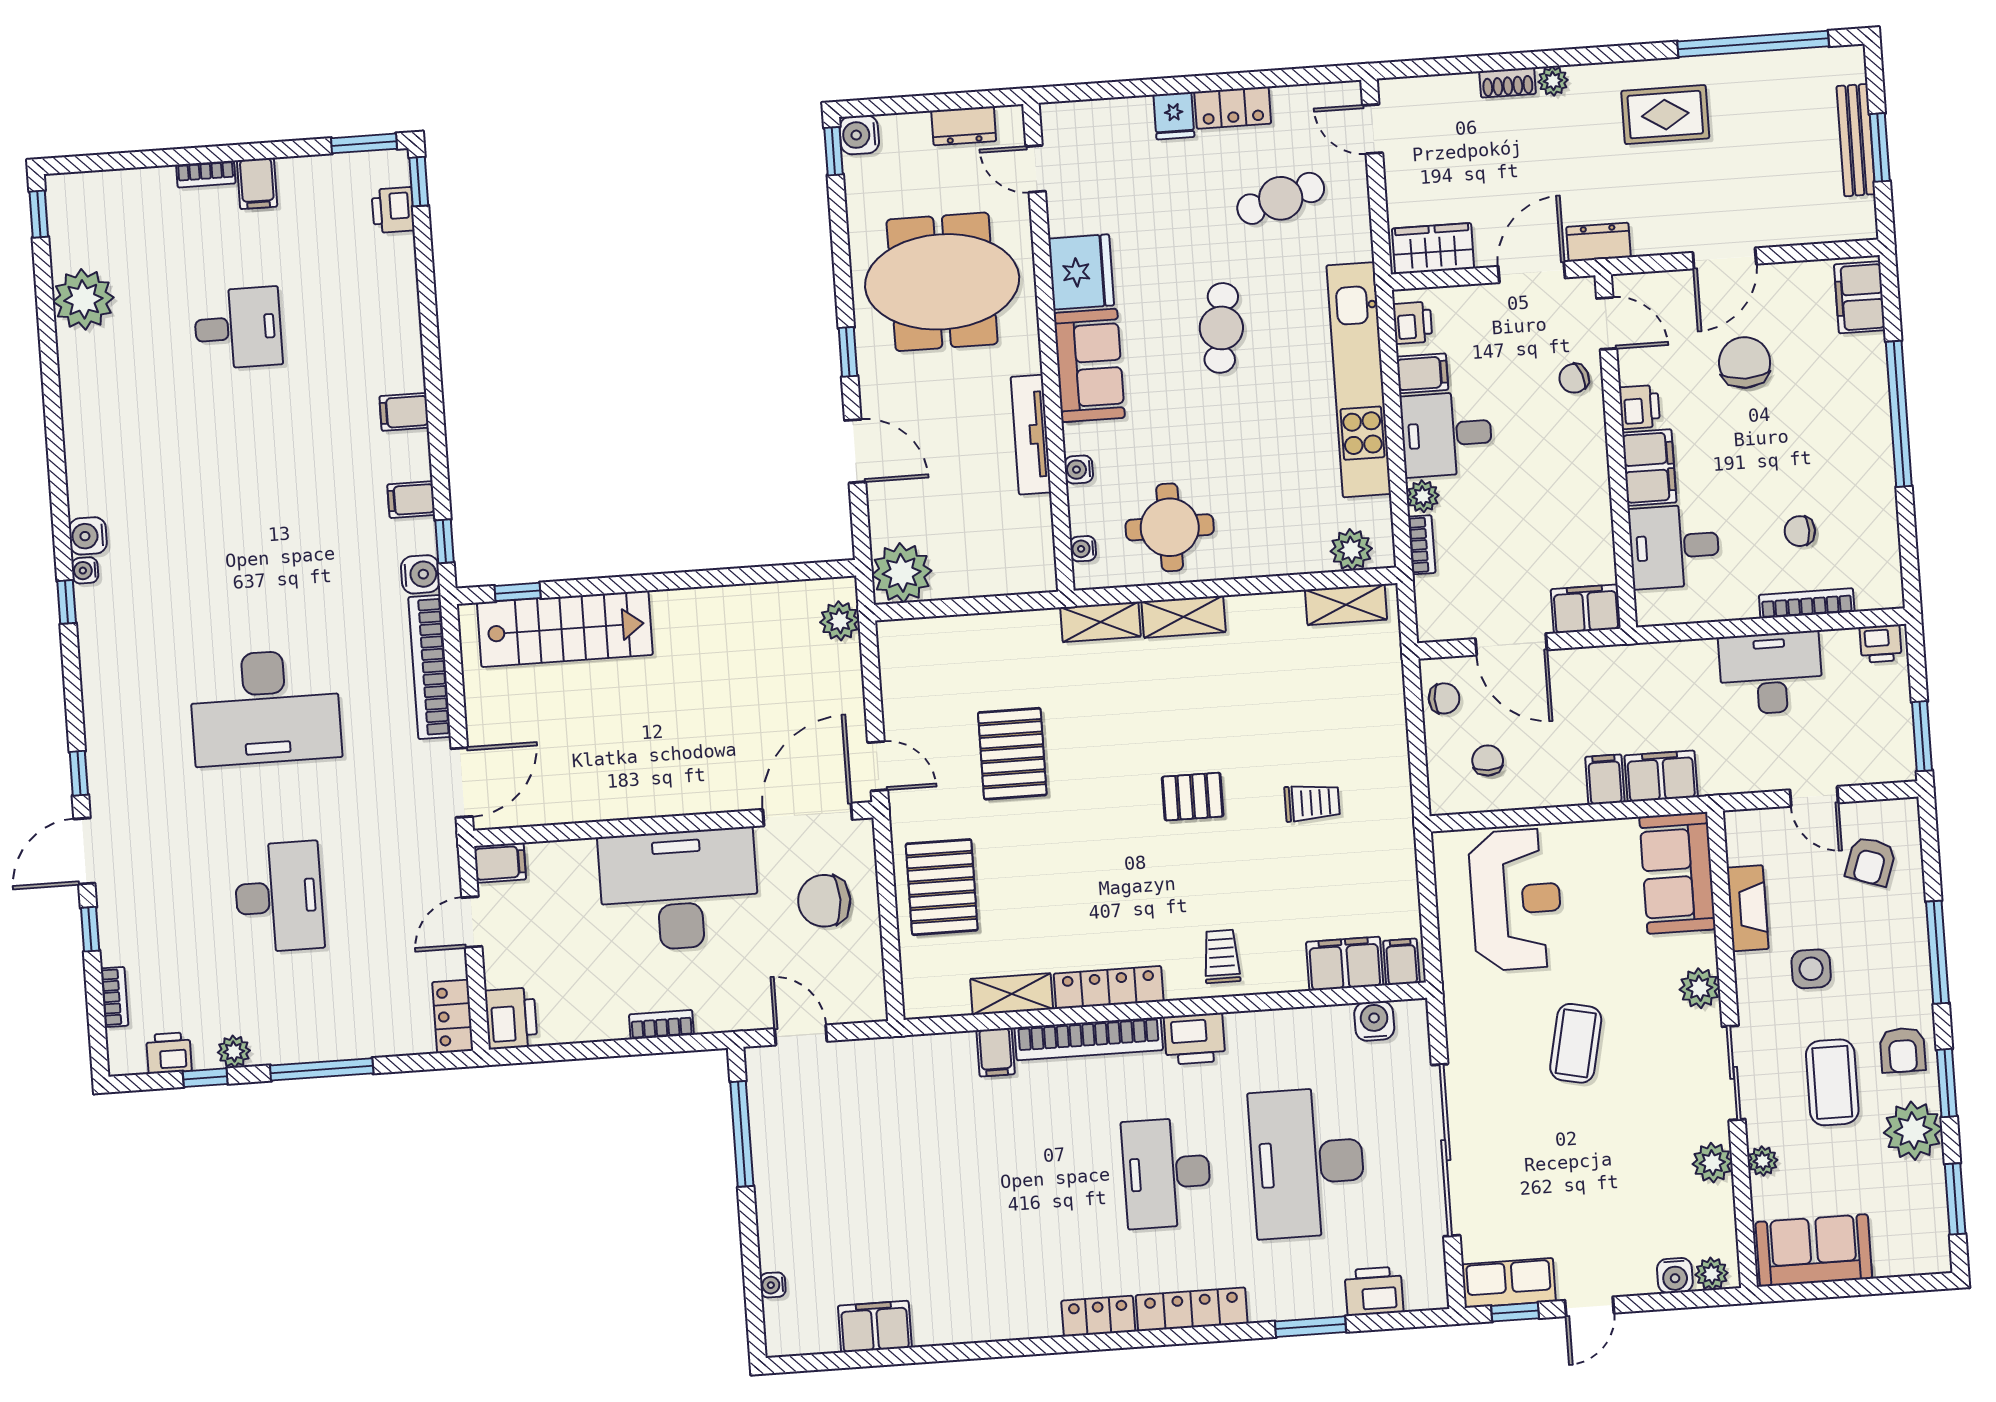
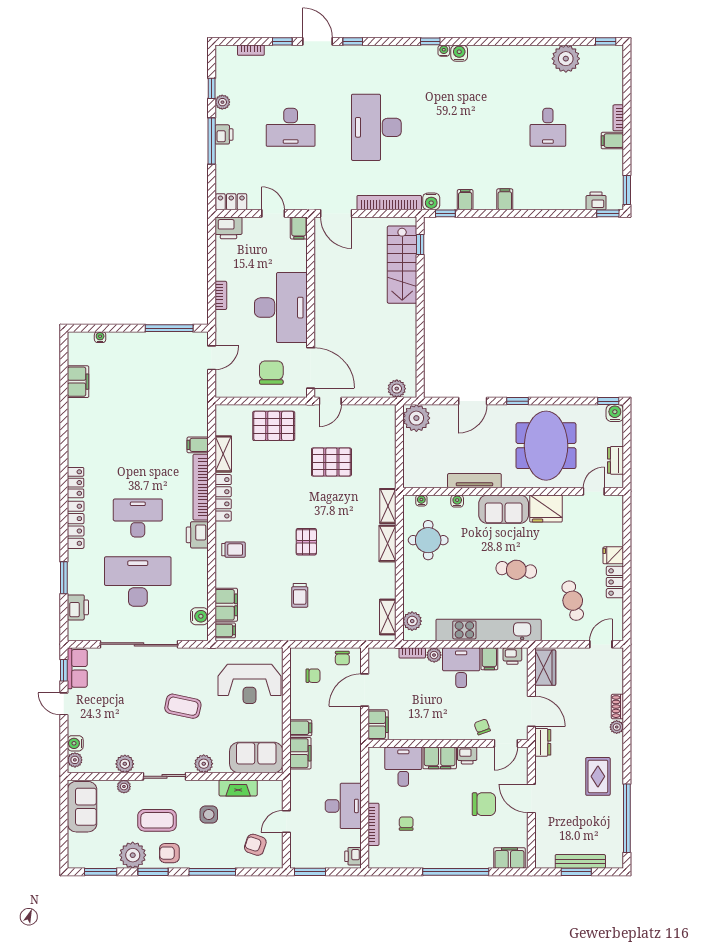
printer: (169, 1053) -> (224, 134), moved

